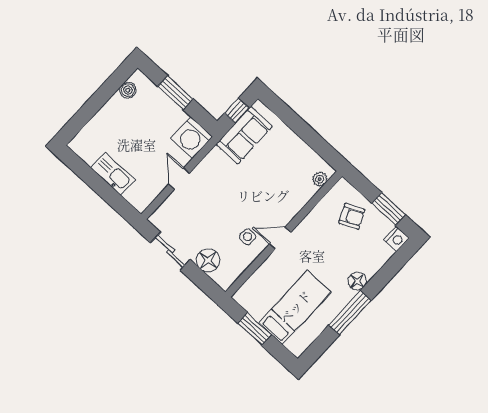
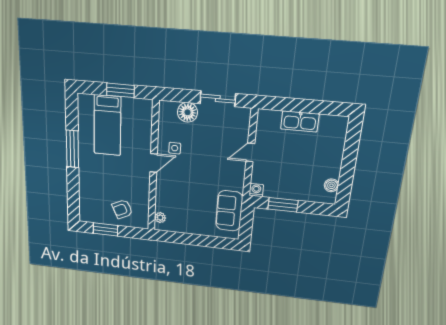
window: (175, 93) -> (283, 205), moved
window: (237, 111) -> (246, 223), removed
washing machine: (192, 138) -> (256, 190), width x0.53, depth x0.53
door: (179, 179) -> (250, 152), swing flipped
nightstand: (396, 239) -> (86, 215), removed
floor lamp: (357, 281) -> (85, 172), removed

